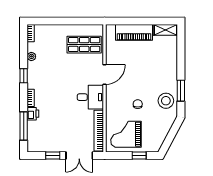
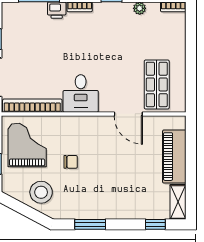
window: (181, 45) -> (155, 224), added
door: (105, 74) -> (128, 114), moved
stool: (166, 101) -> (41, 192), moved

